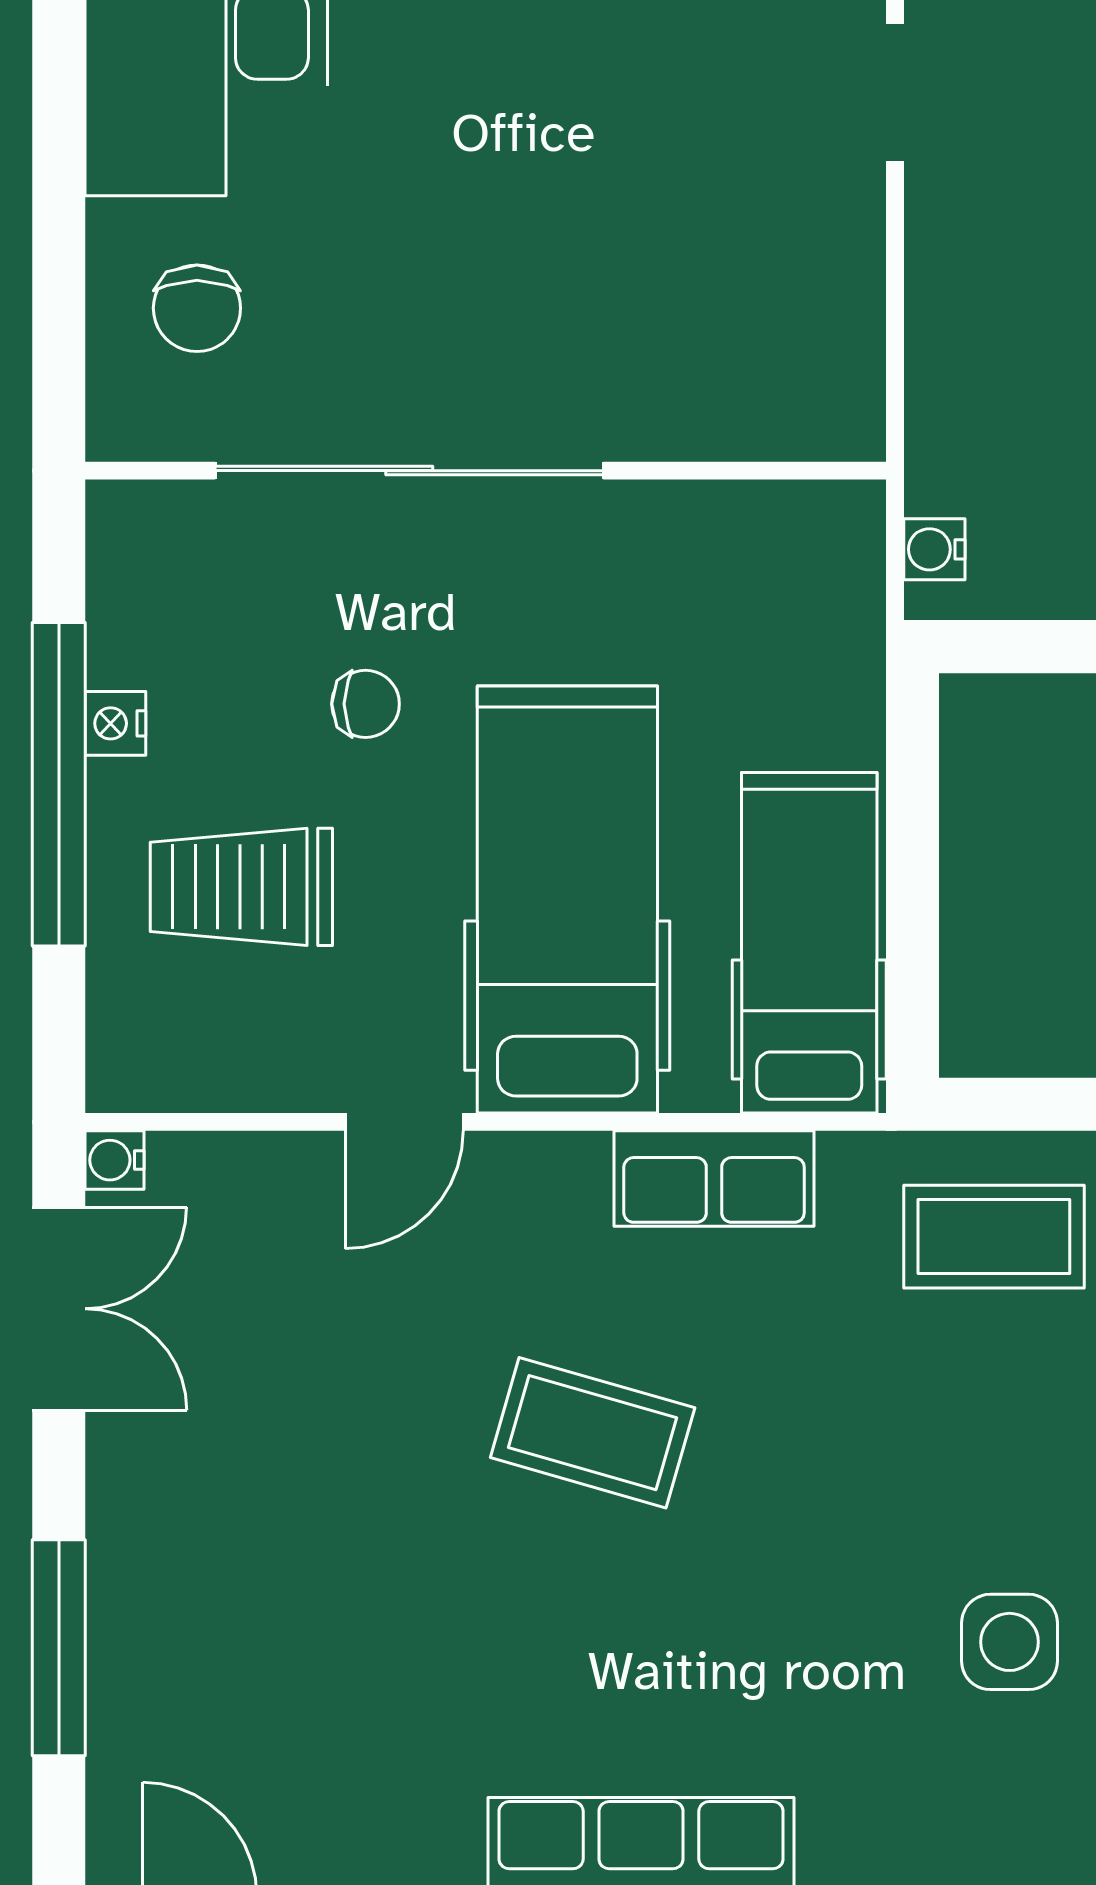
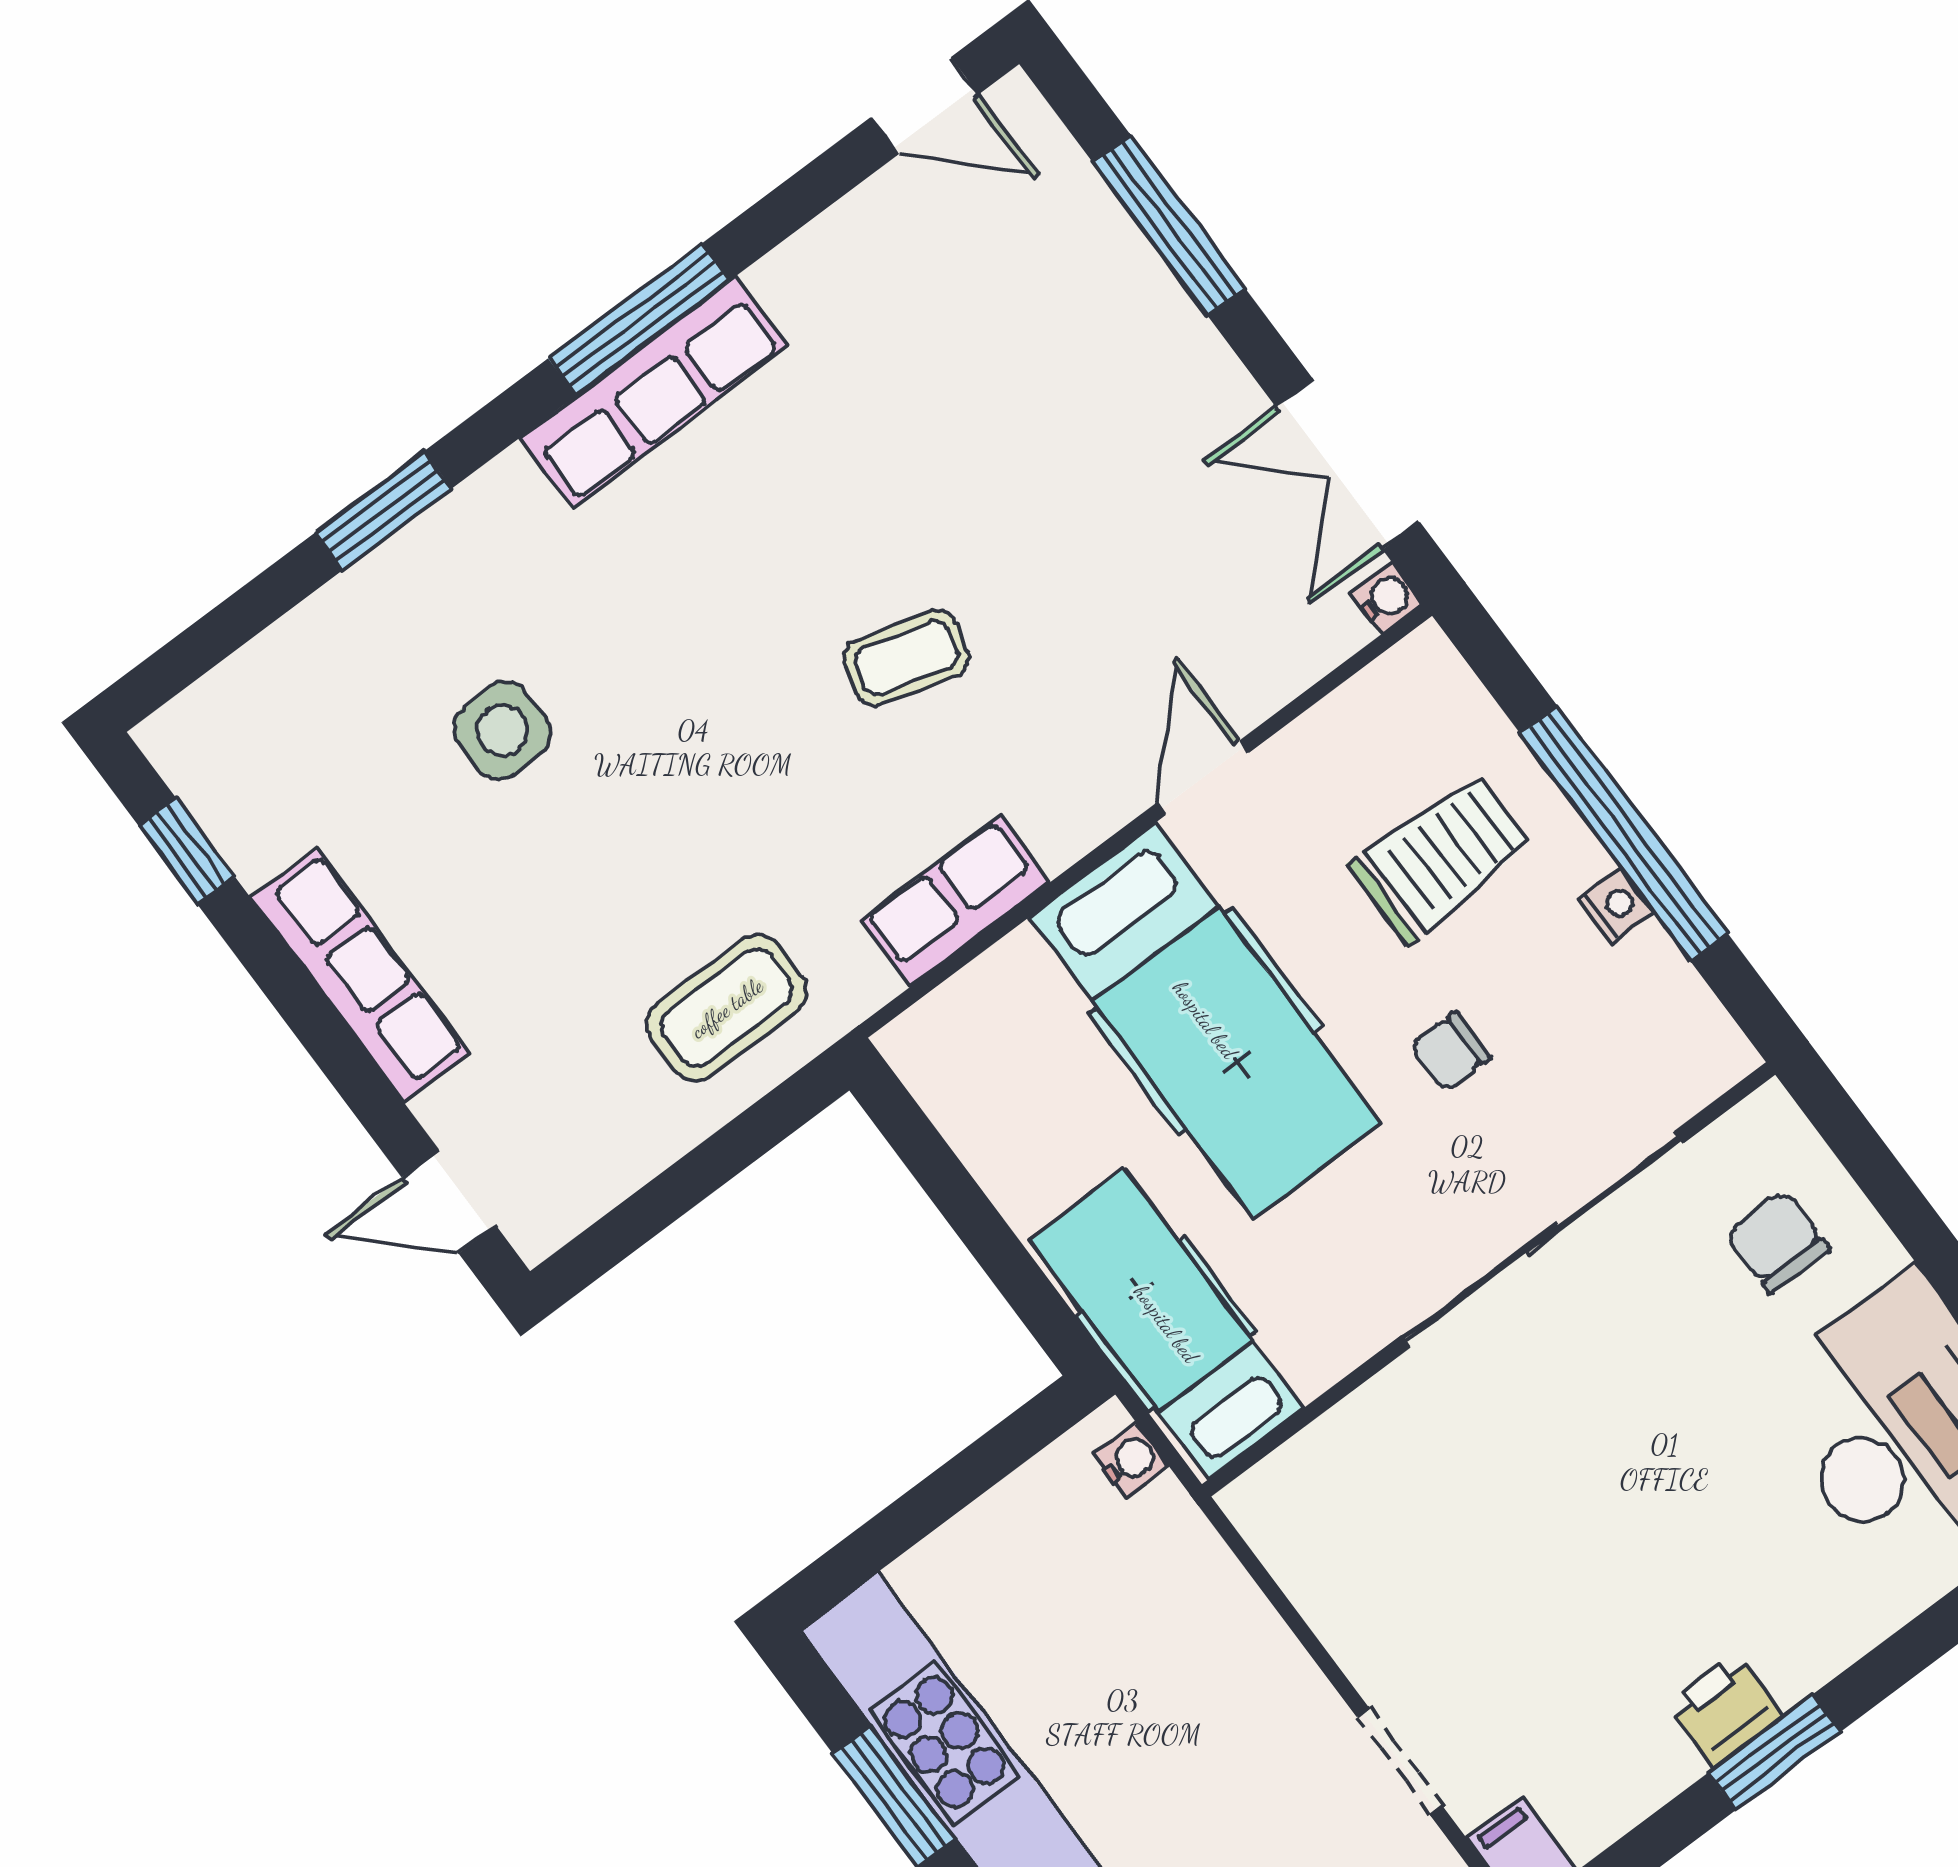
hospital bed: (809, 943) -> (1166, 1324), moved, turned 180
coffee table: (593, 1433) -> (906, 658), width x0.73, depth x0.77

